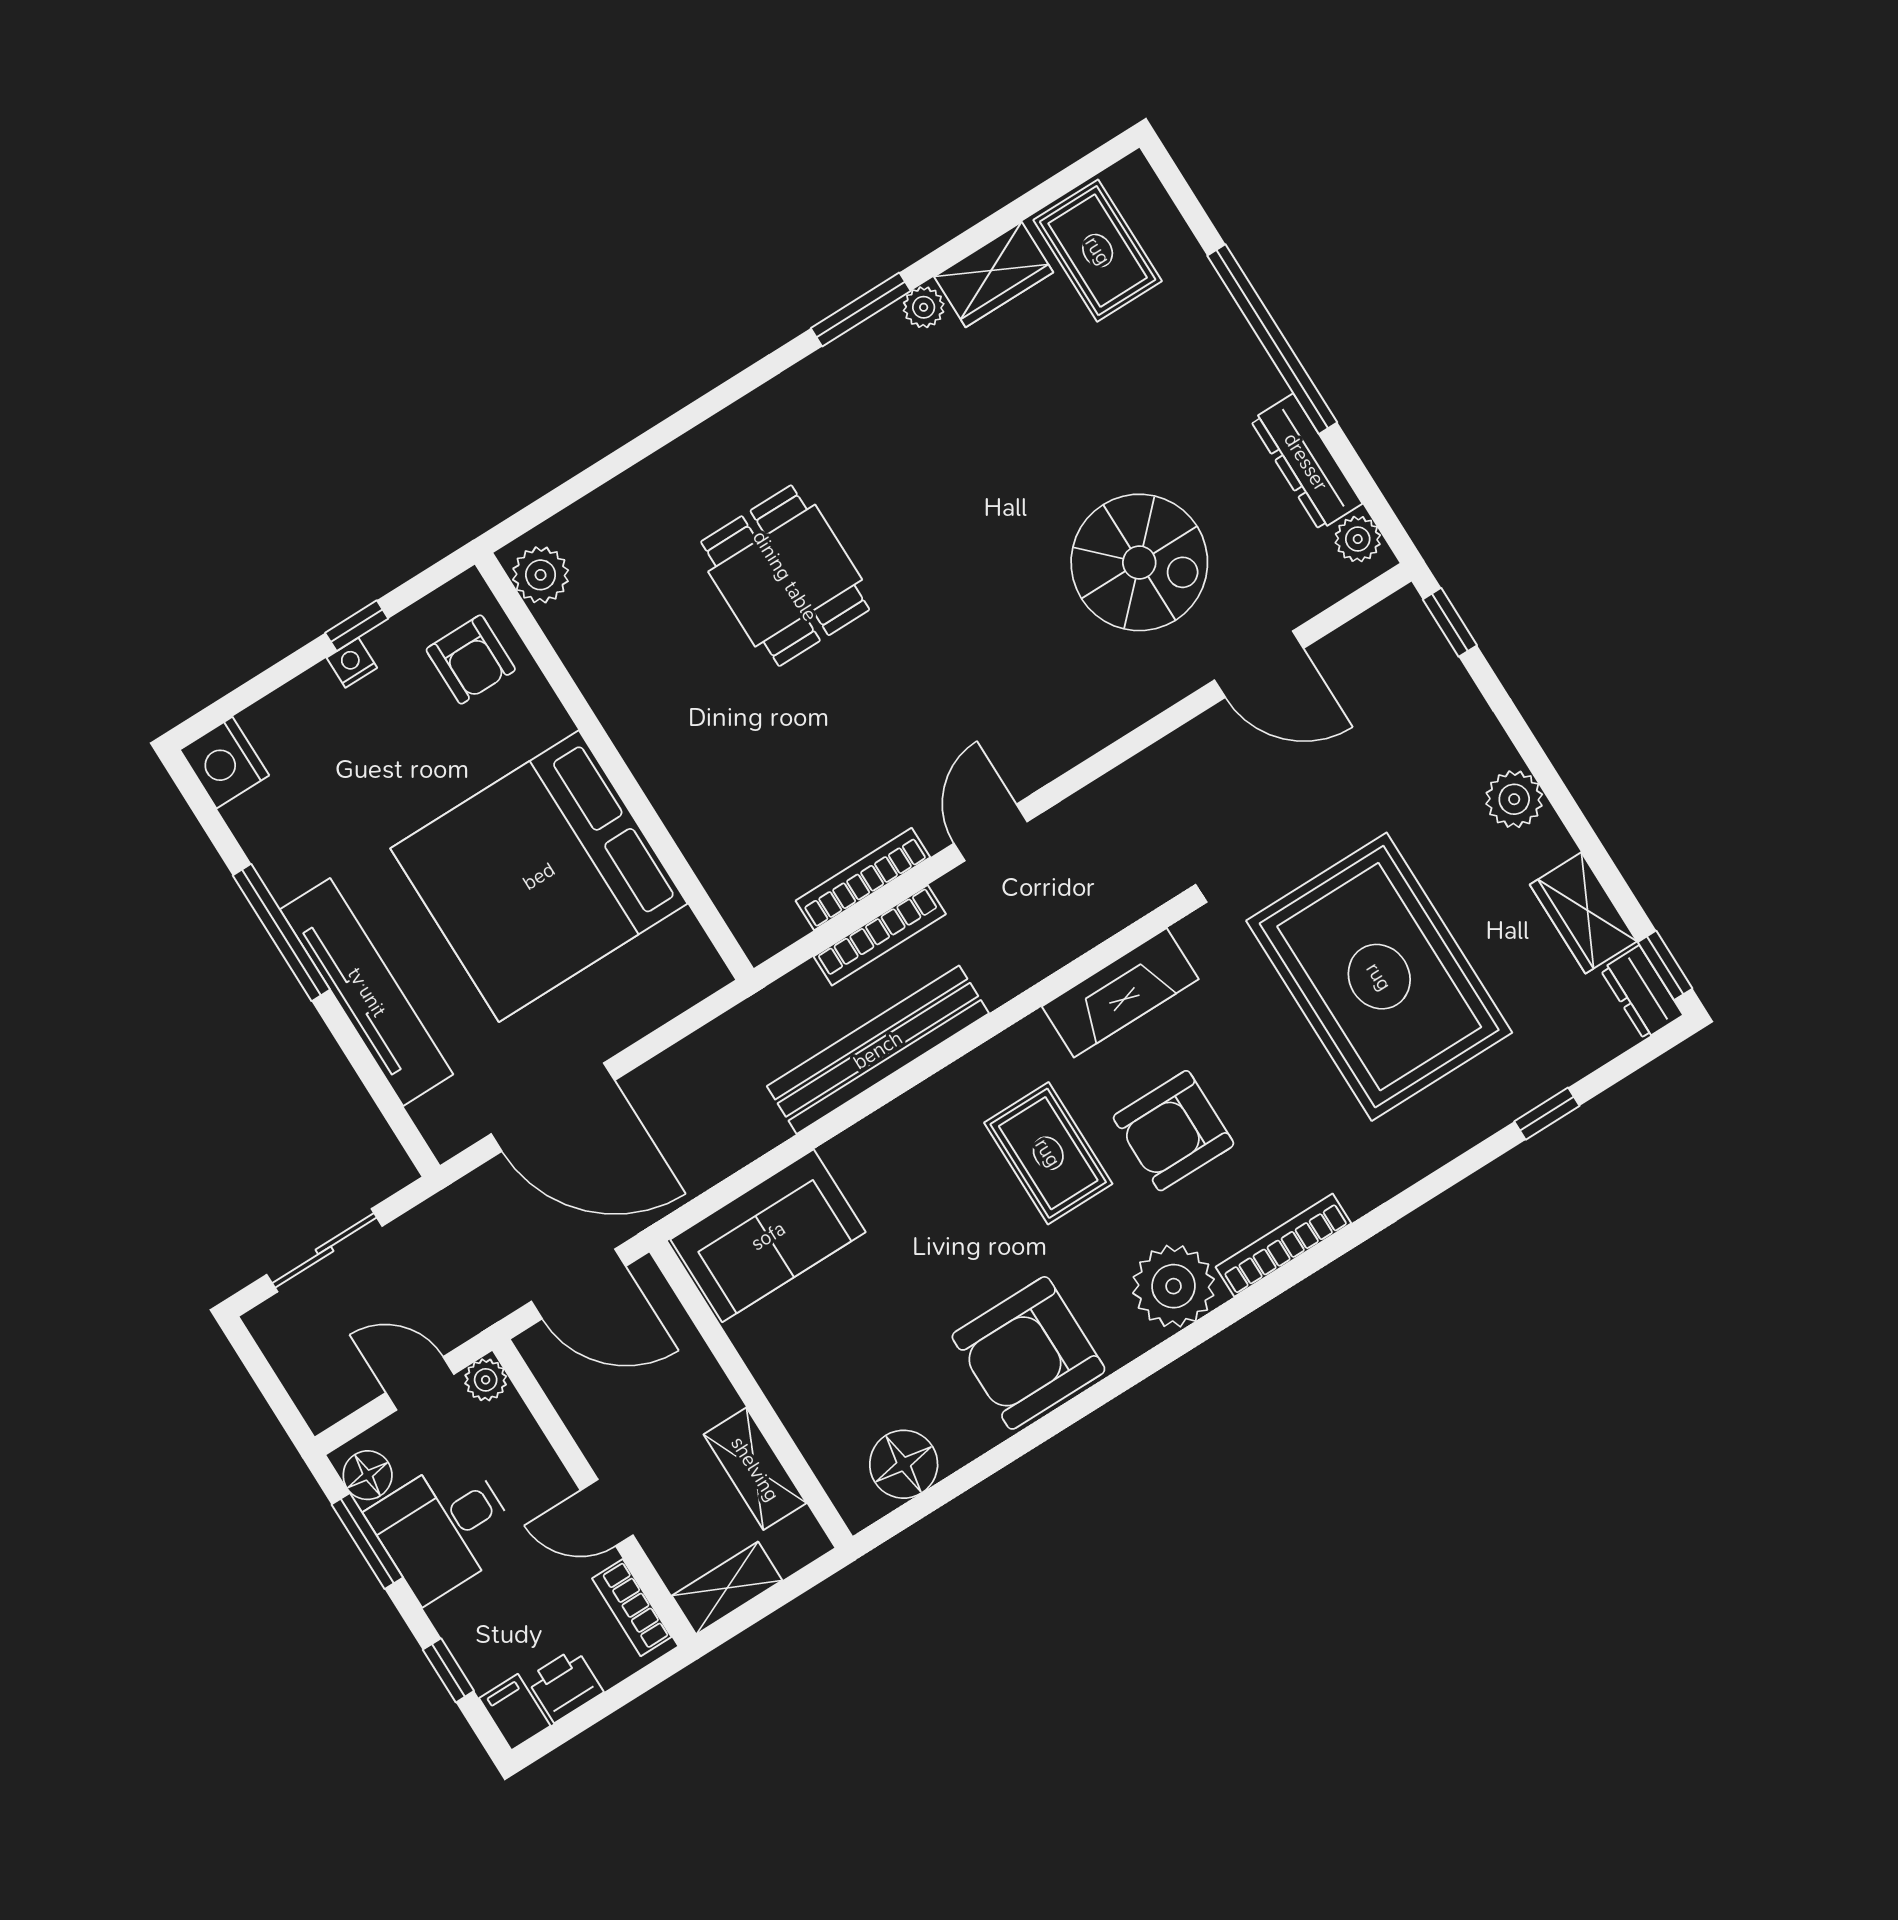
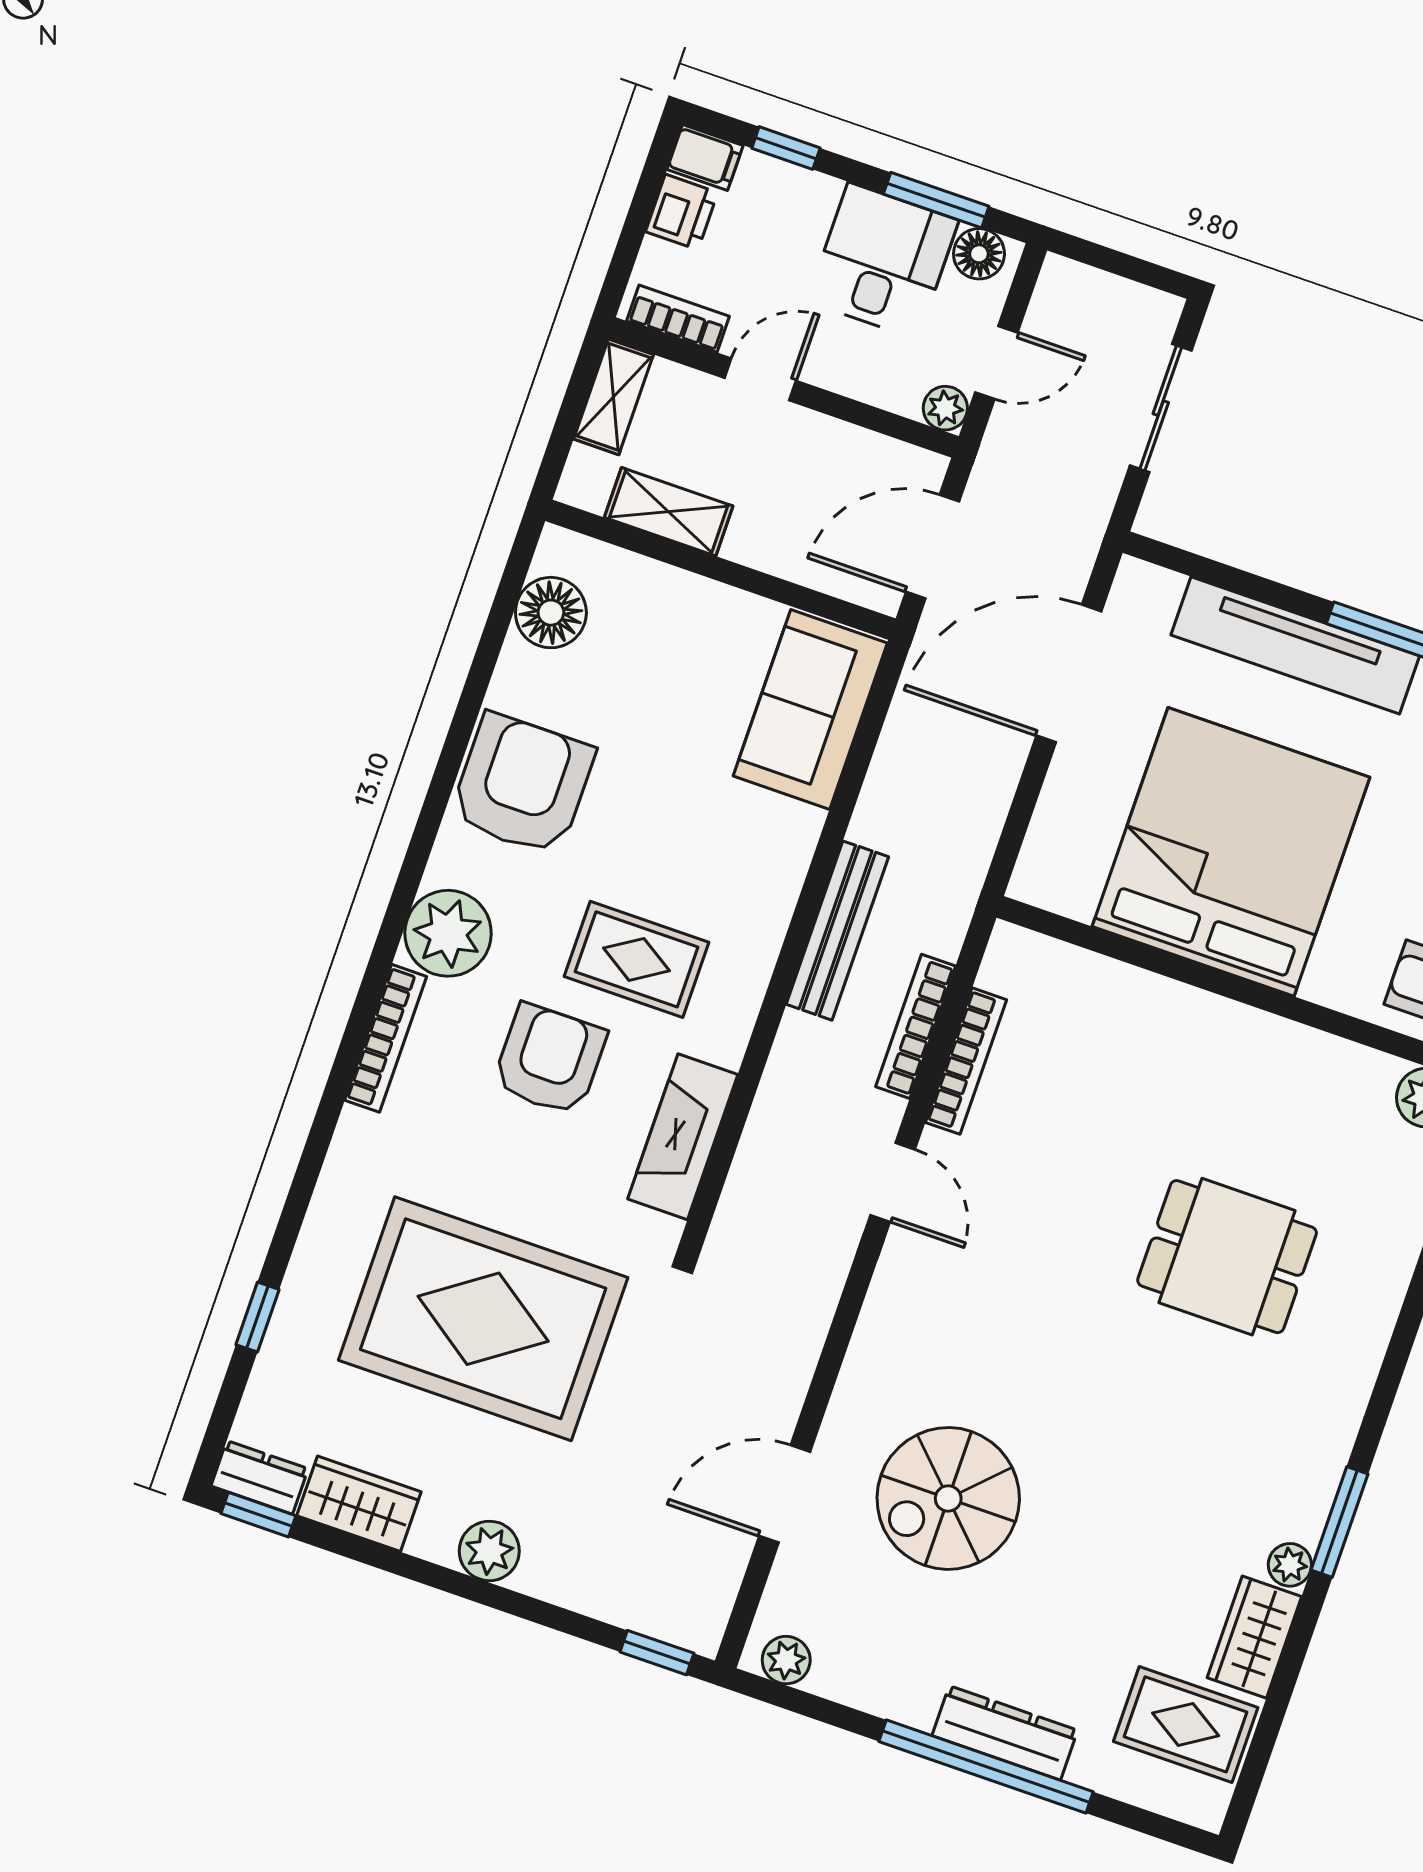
dresser: (1306, 462) -> (1005, 1733), moved
bench: (878, 1050) -> (837, 931), width x0.73, depth x0.82

